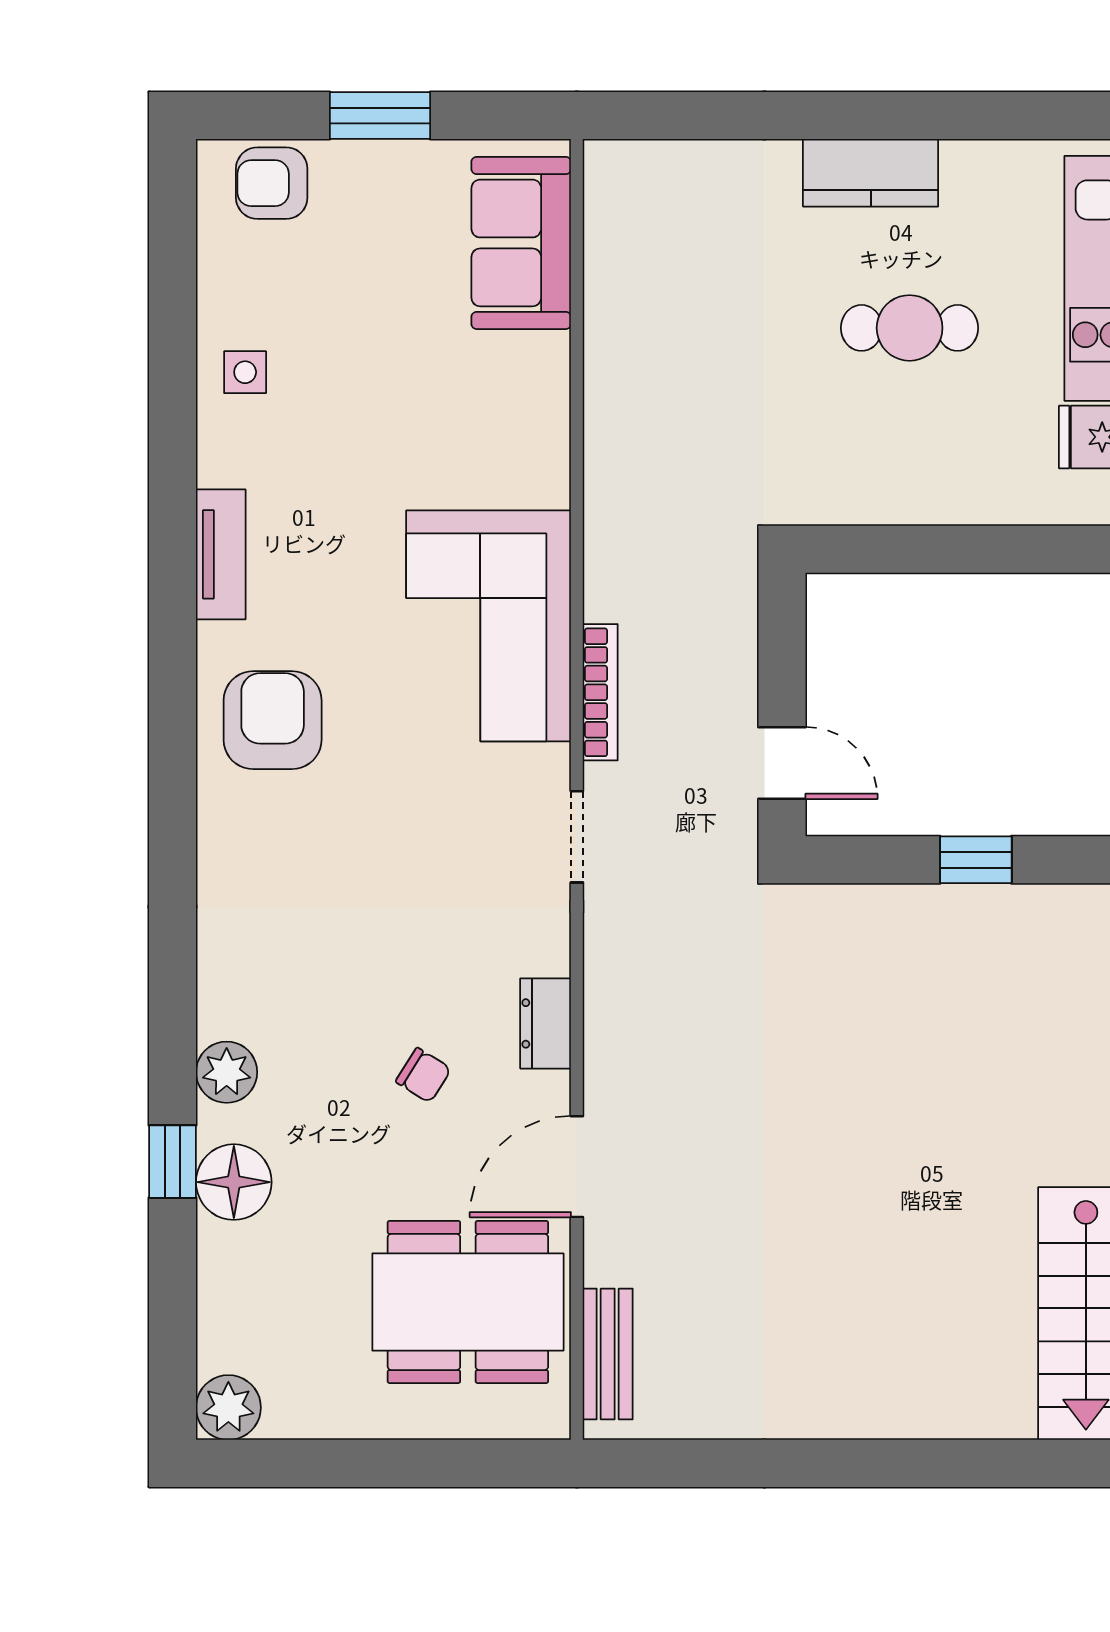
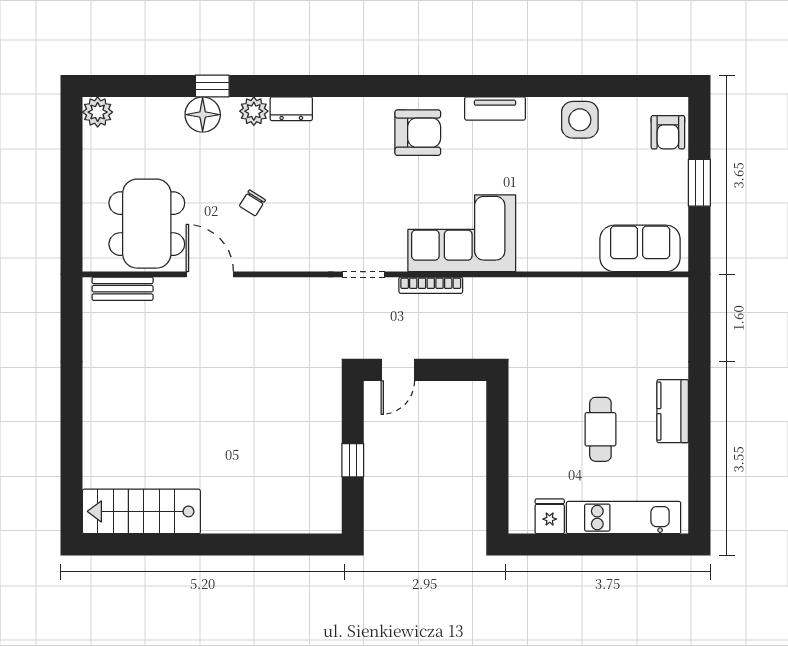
armchair: (272, 183) -> (668, 132), turned 180
side table: (245, 372) -> (580, 120), width x1.87, depth x1.87
dresser: (546, 1023) -> (291, 109), moved, turned 180

